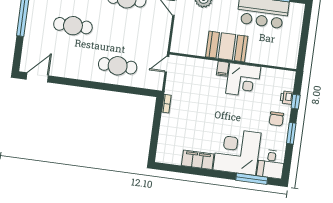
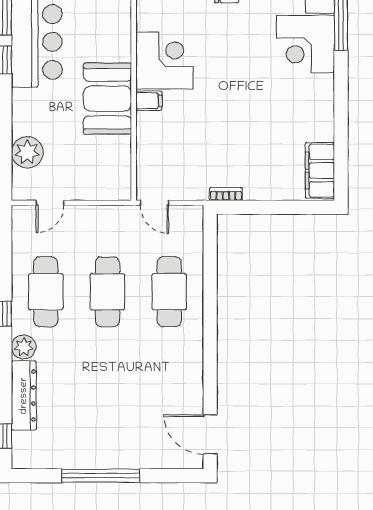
cafe table: (73, 26) -> (107, 292), moved
corner desk: (237, 151) -> (306, 44), width x0.74, depth x0.74
filing cabinet: (198, 160) -> (320, 171), moved

